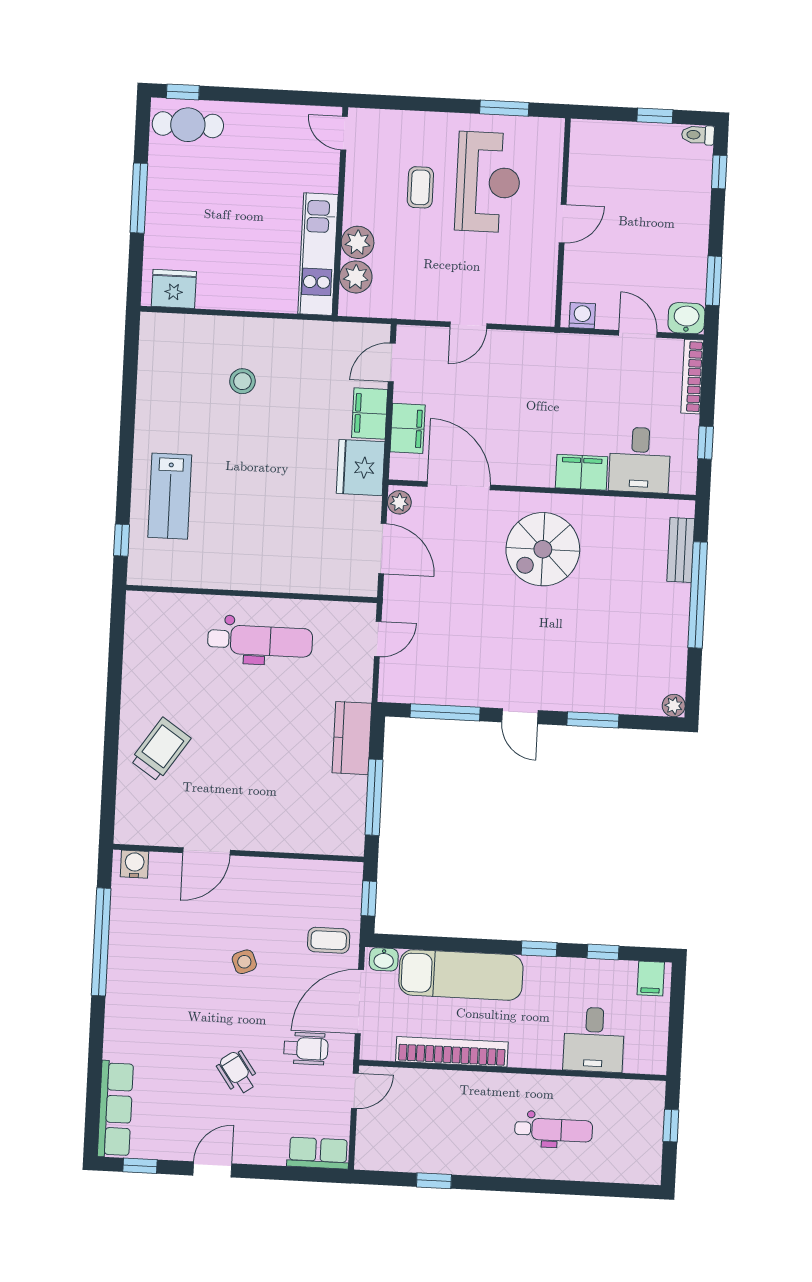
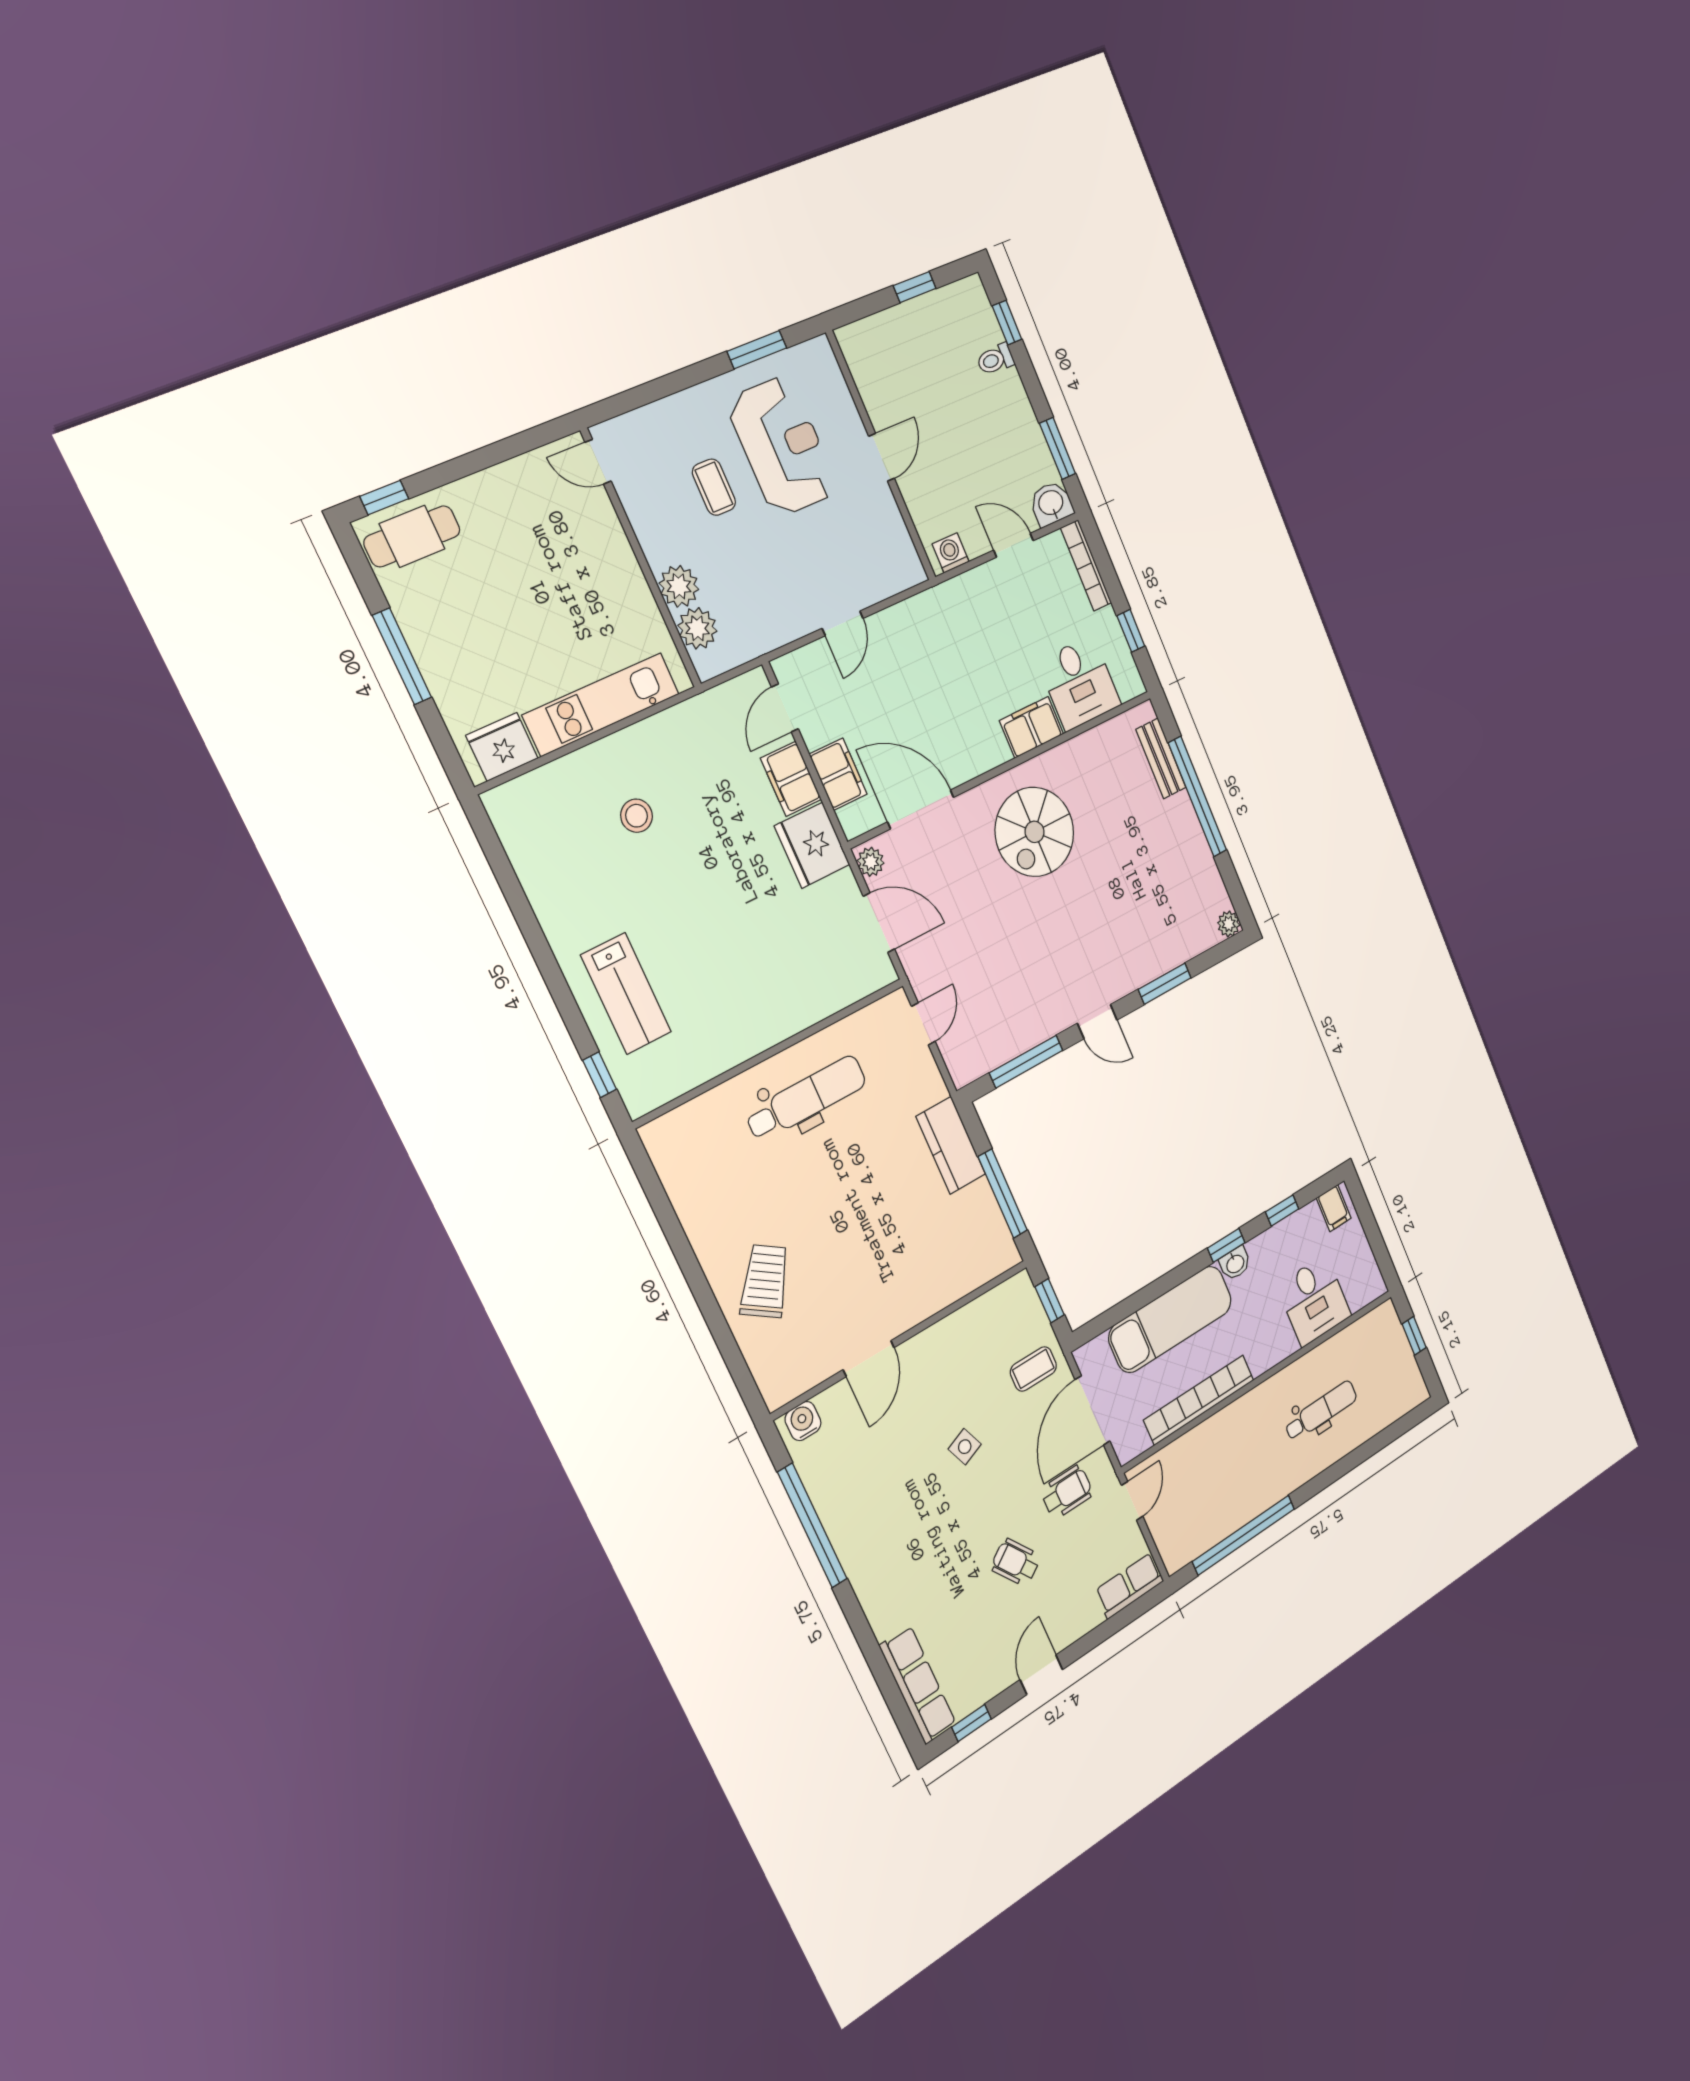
toilet: (698, 135) -> (995, 359), moved
kitchen unit: (318, 254) -> (601, 704), moved, turned 90
washbasin: (384, 959) -> (1235, 1263), moved
window: (434, 1181) -> (1244, 1535), width x3.17

